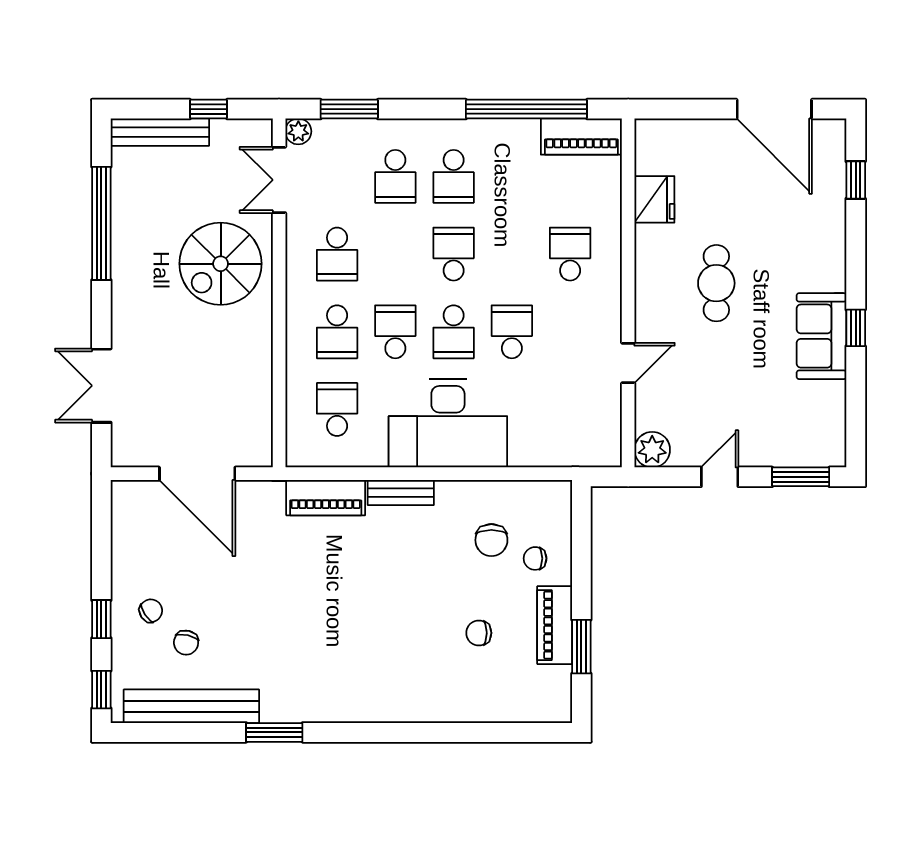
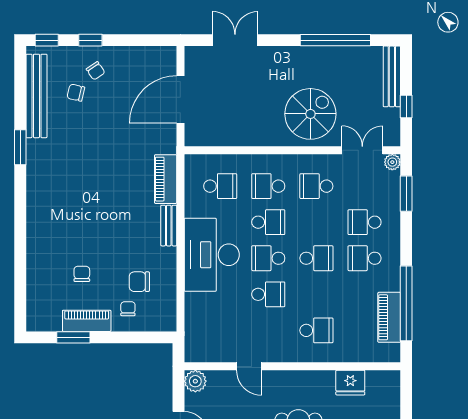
piano: (581, 137) -> (389, 317), moved
spiral stairs: (221, 264) -> (310, 114), turned 90

